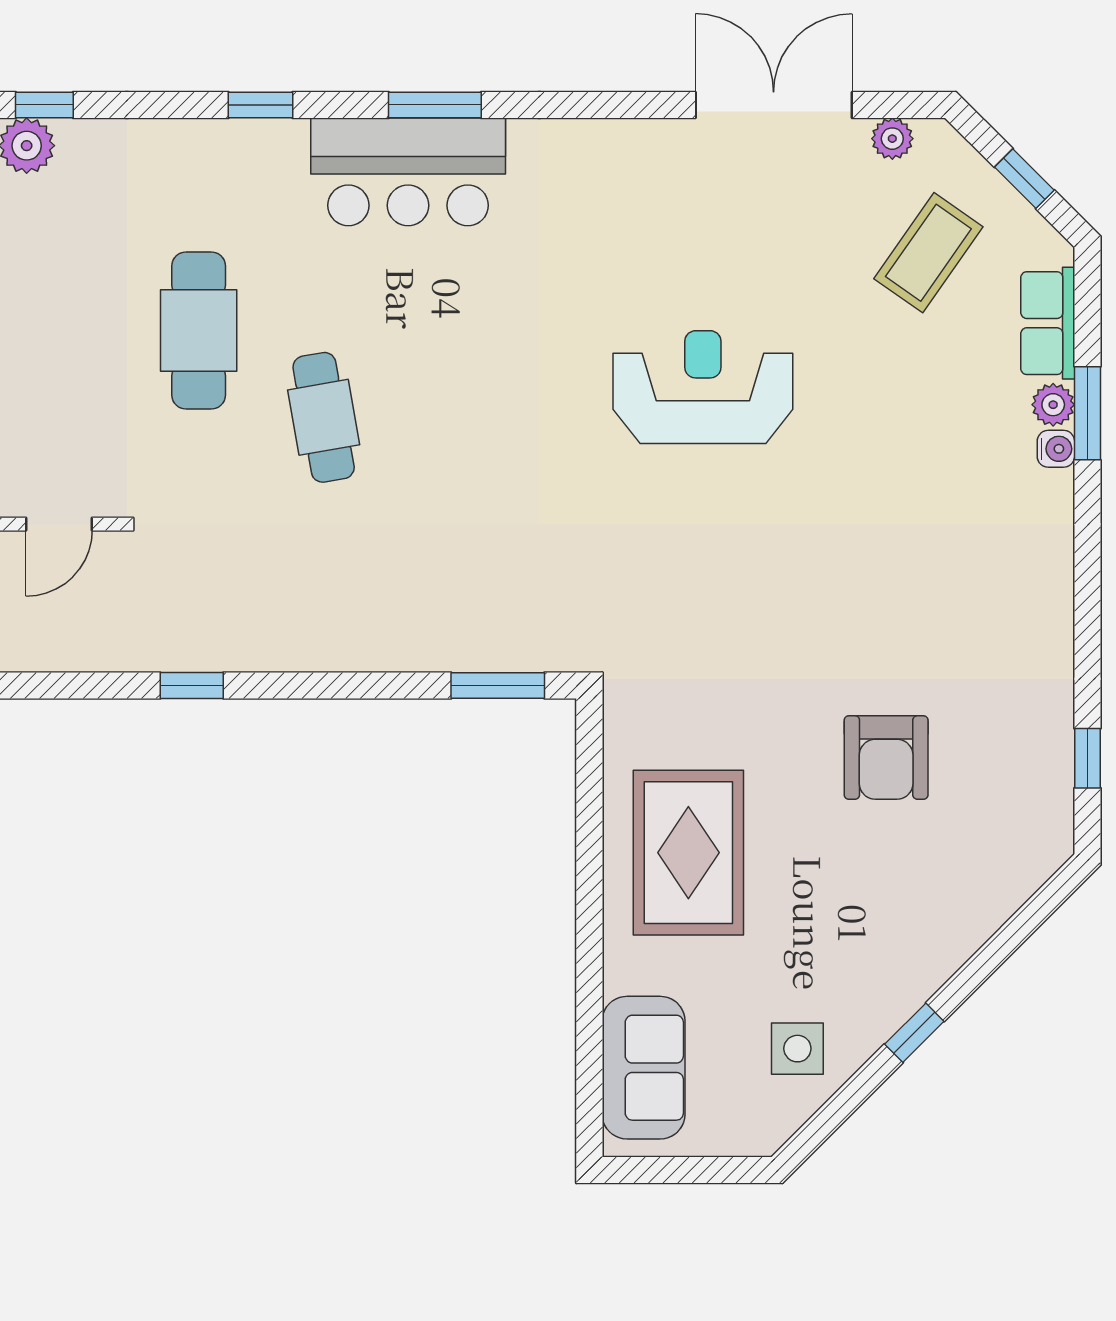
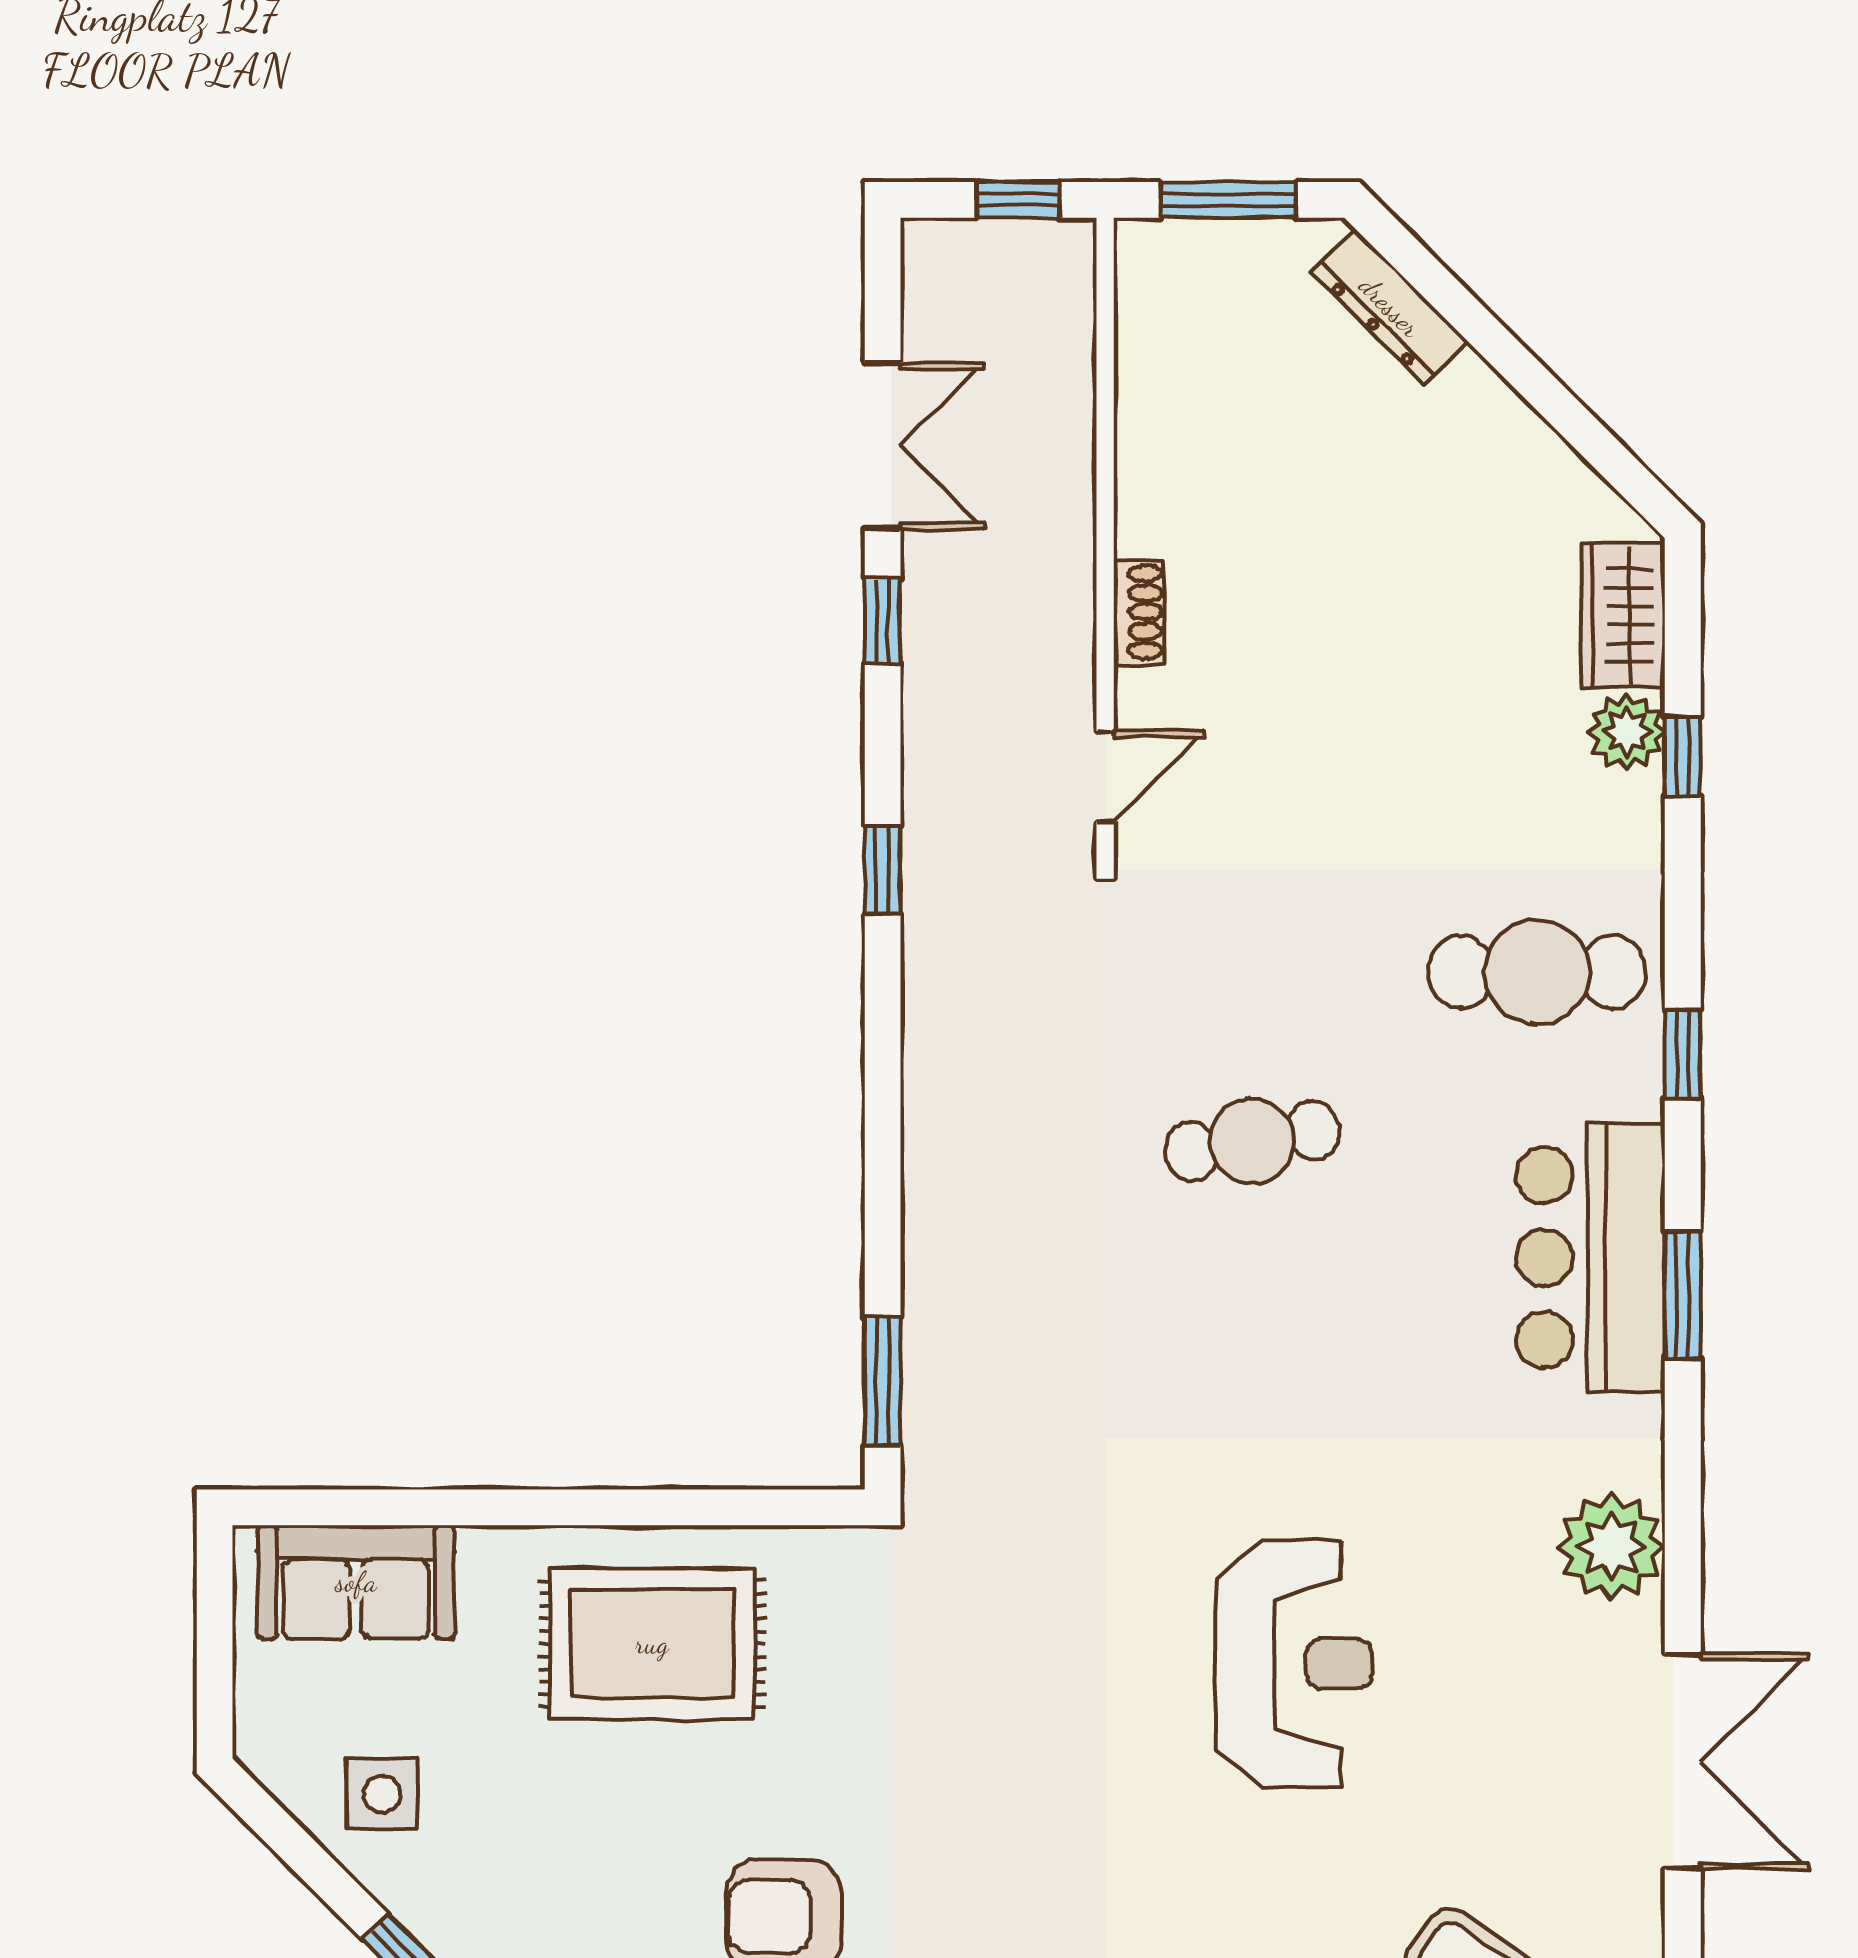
plant: (892, 139) -> (1611, 1547), moved, width x1.88, depth x1.88
cafe table: (199, 330) -> (1537, 972), moved
door: (59, 524) -> (1105, 776), swing flipped
window: (192, 685) -> (883, 870), moved

